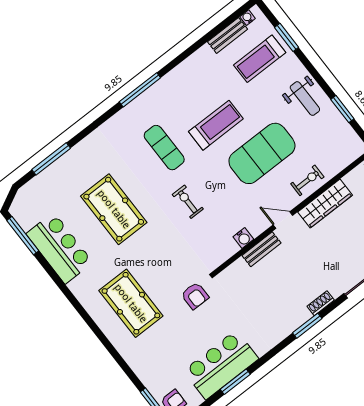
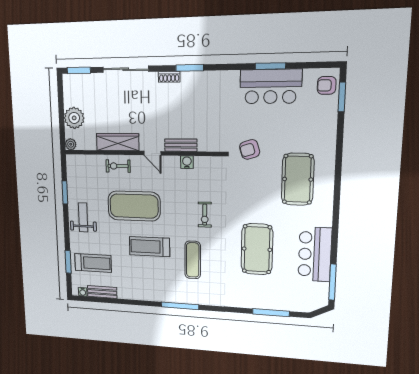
armchair: (195, 296) -> (250, 149), turned -107

